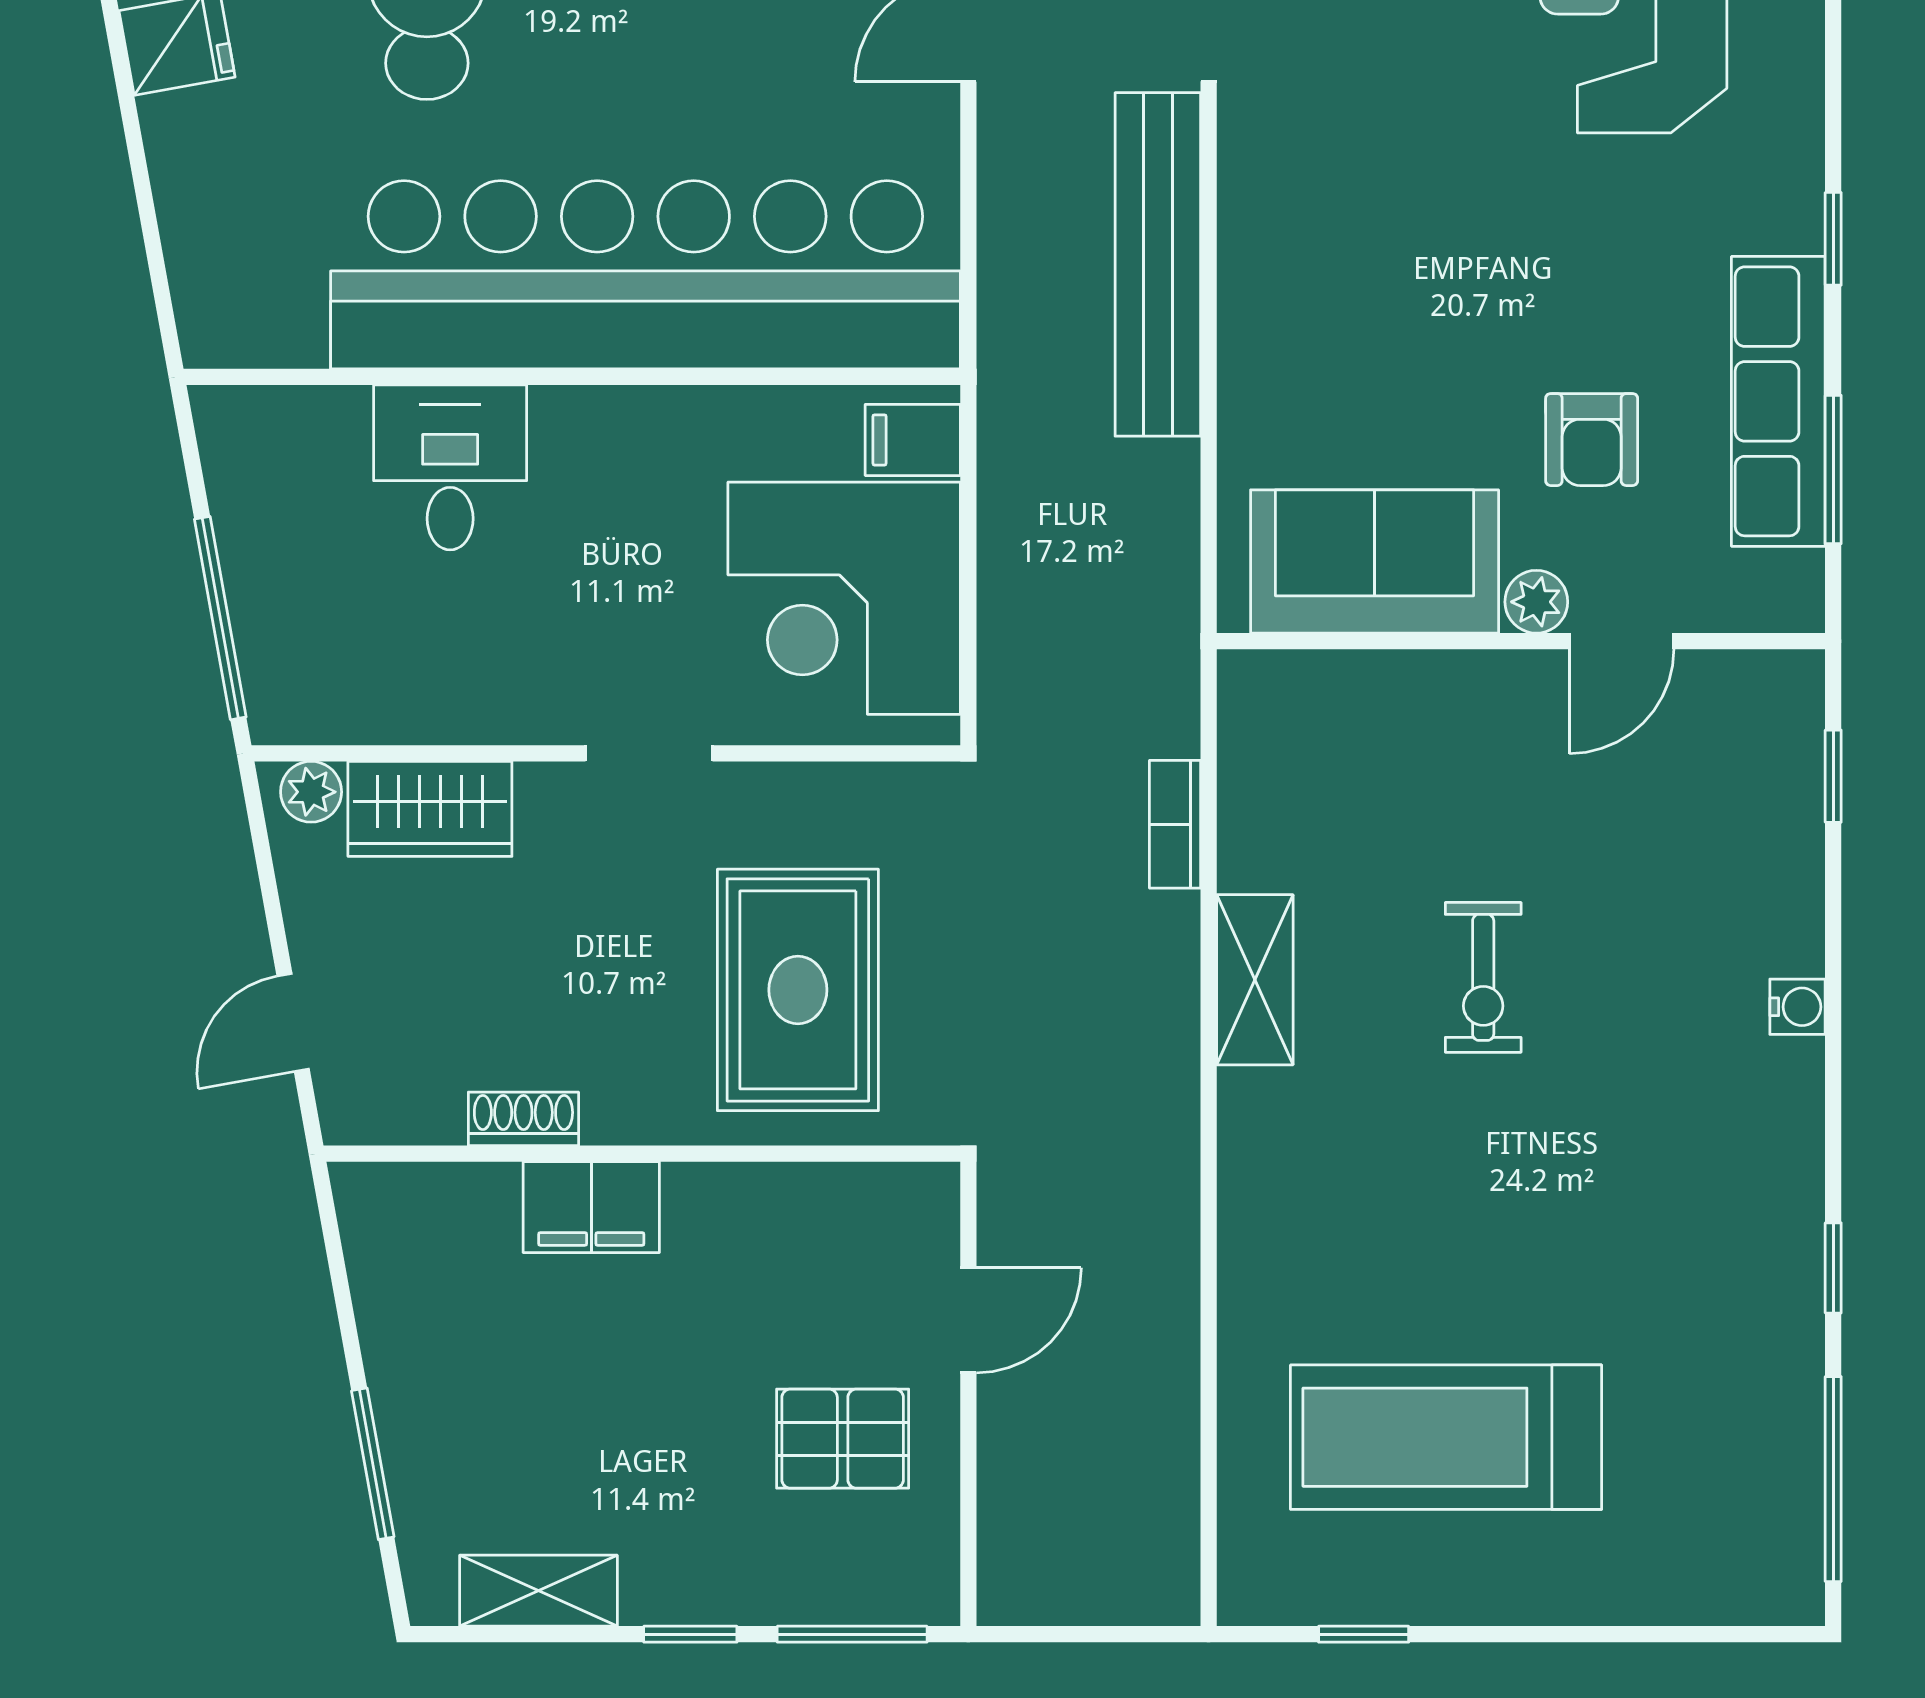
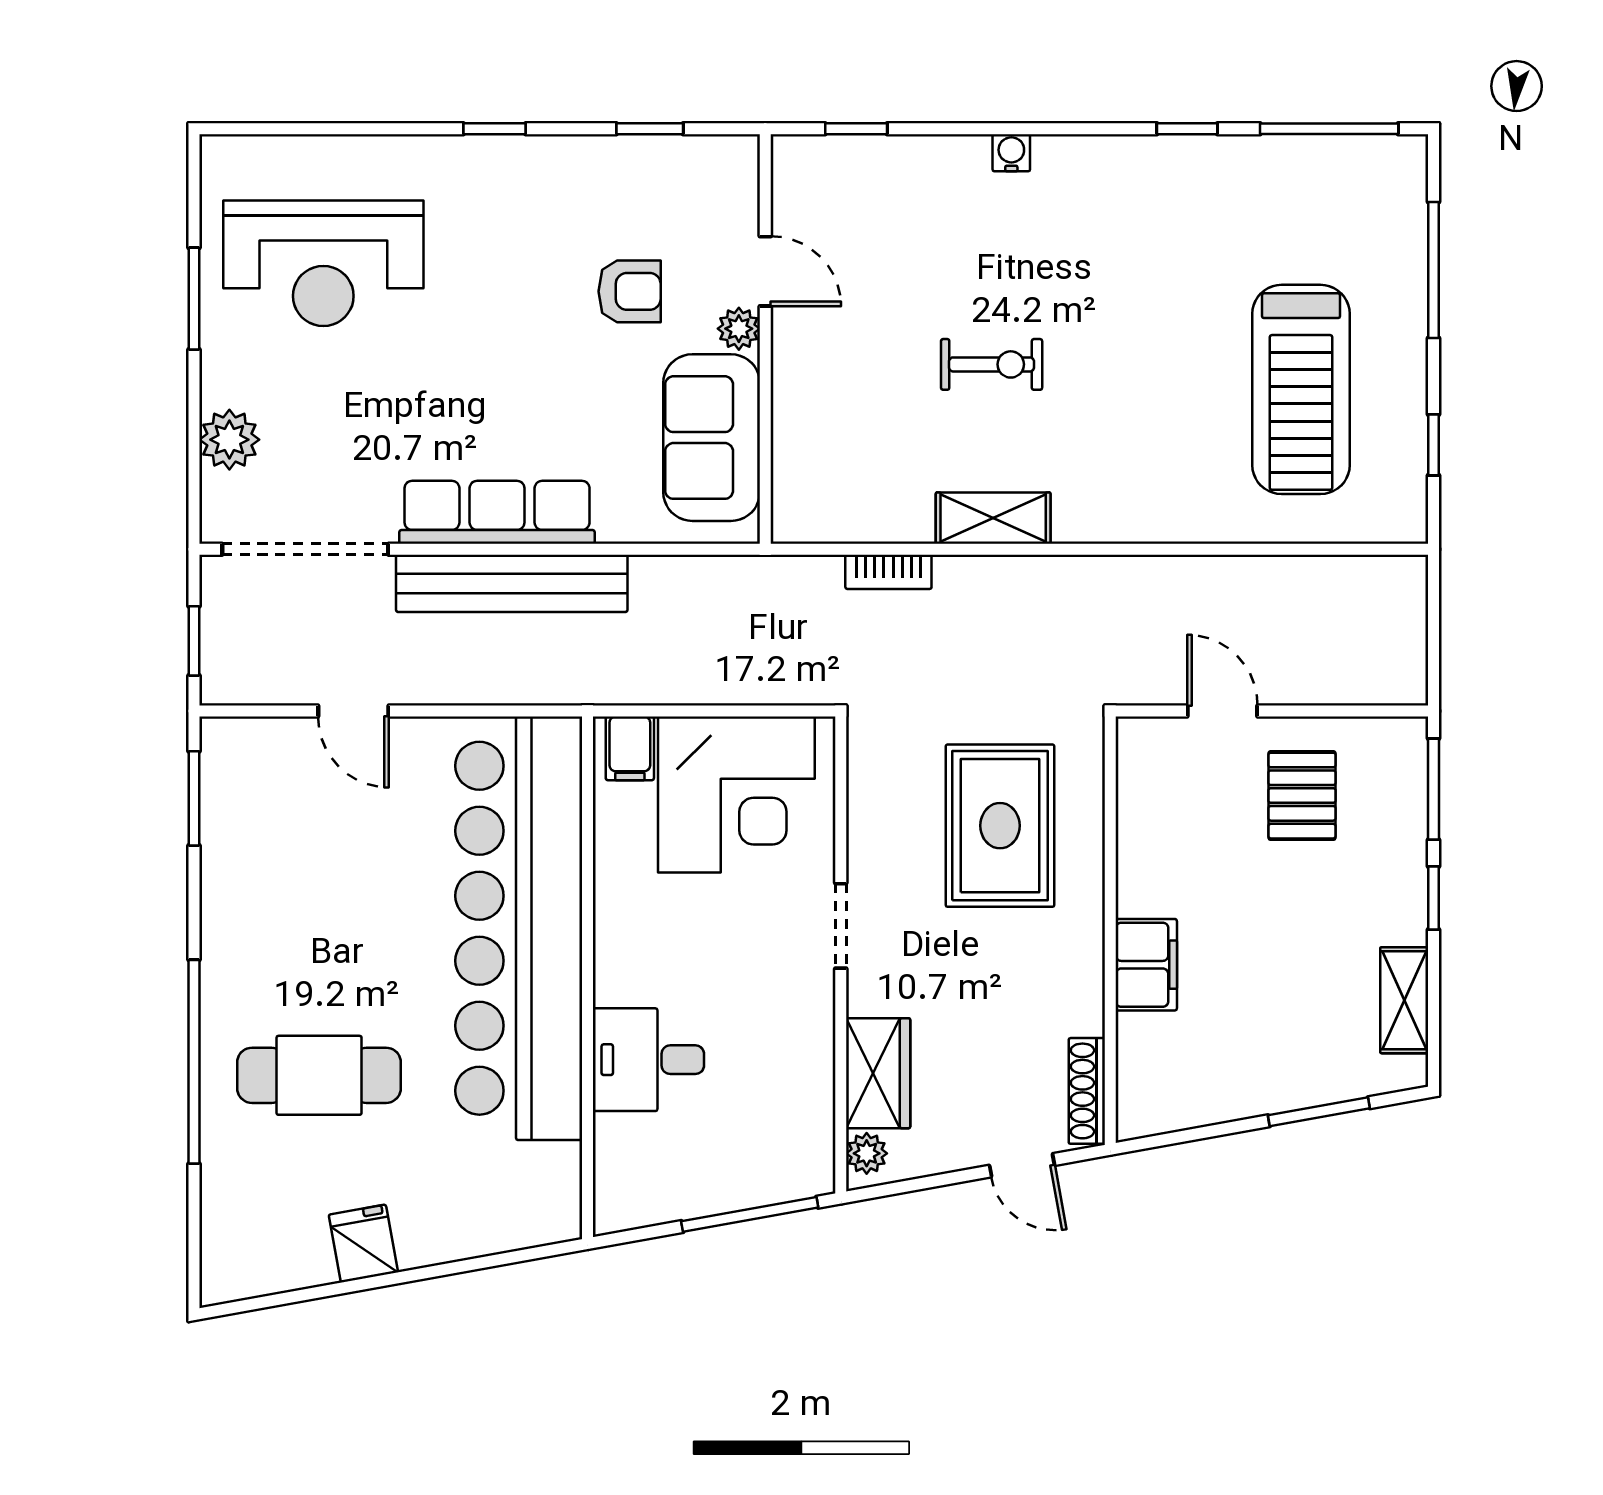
row of seats: (1778, 401) -> (497, 512), moved, turned 180
window: (1833, 469) -> (650, 129), width x0.67
rug: (798, 990) -> (1000, 826), turned 90
shoe rack: (523, 1119) -> (1087, 1091), moved, width x1.43
window: (1623, 1634) -> (1434, 270), added

